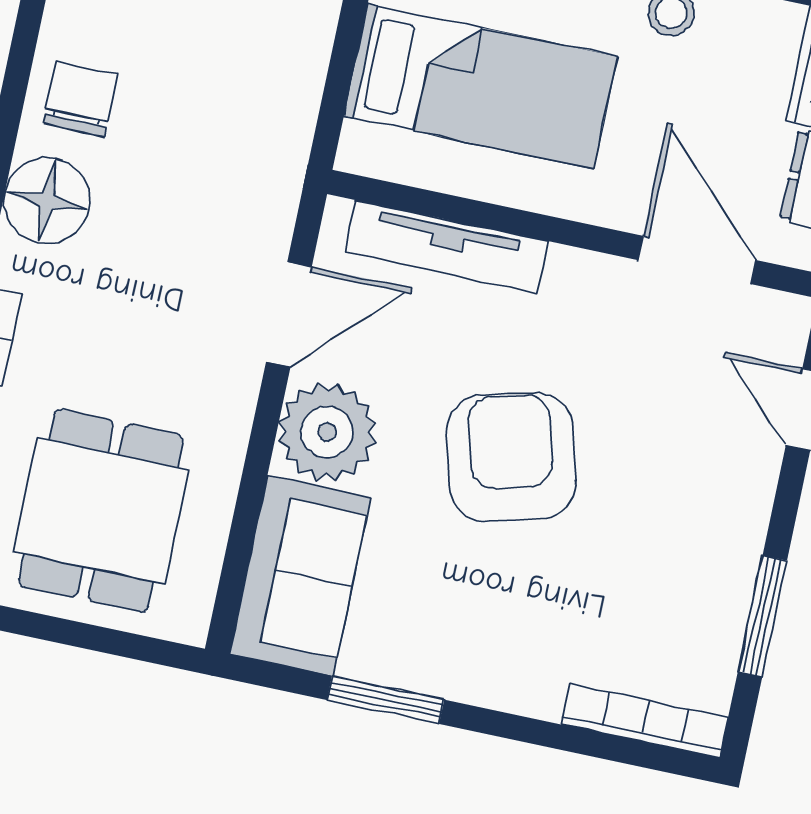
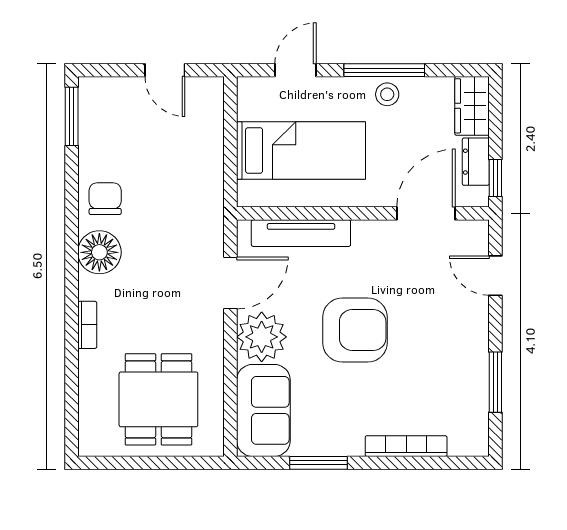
door: (697, 260) -> (426, 213), hinge flipped
armchair: (511, 457) -> (355, 330), turned 105
bookcase: (645, 721) -> (406, 446), moved

